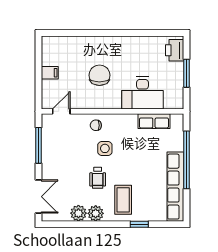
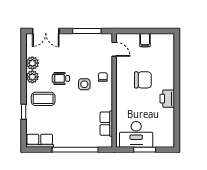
printer: (175, 50) -> (167, 99), moved, turned -90
desk: (142, 93) -> (136, 134), moved, turned -90
row of seats: (175, 187) -> (40, 141), width x0.50

